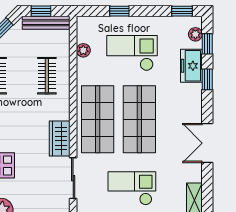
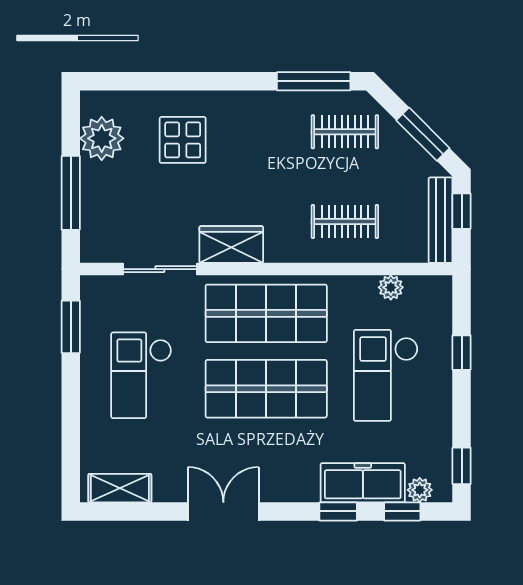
checkout: (132, 53) -> (386, 375), turned 180
freezer: (191, 66) -> (363, 483), width x1.40
checkout: (132, 188) -> (141, 375), turned 180

